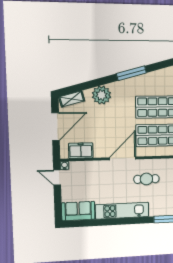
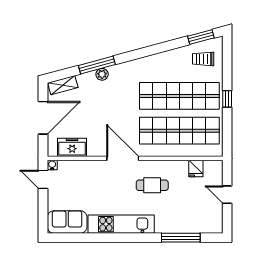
window: (131, 73) -> (97, 65), moved
plant: (102, 95) -> (102, 74), width x0.53, depth x0.53
door: (123, 158) -> (123, 158), hinge flipped

